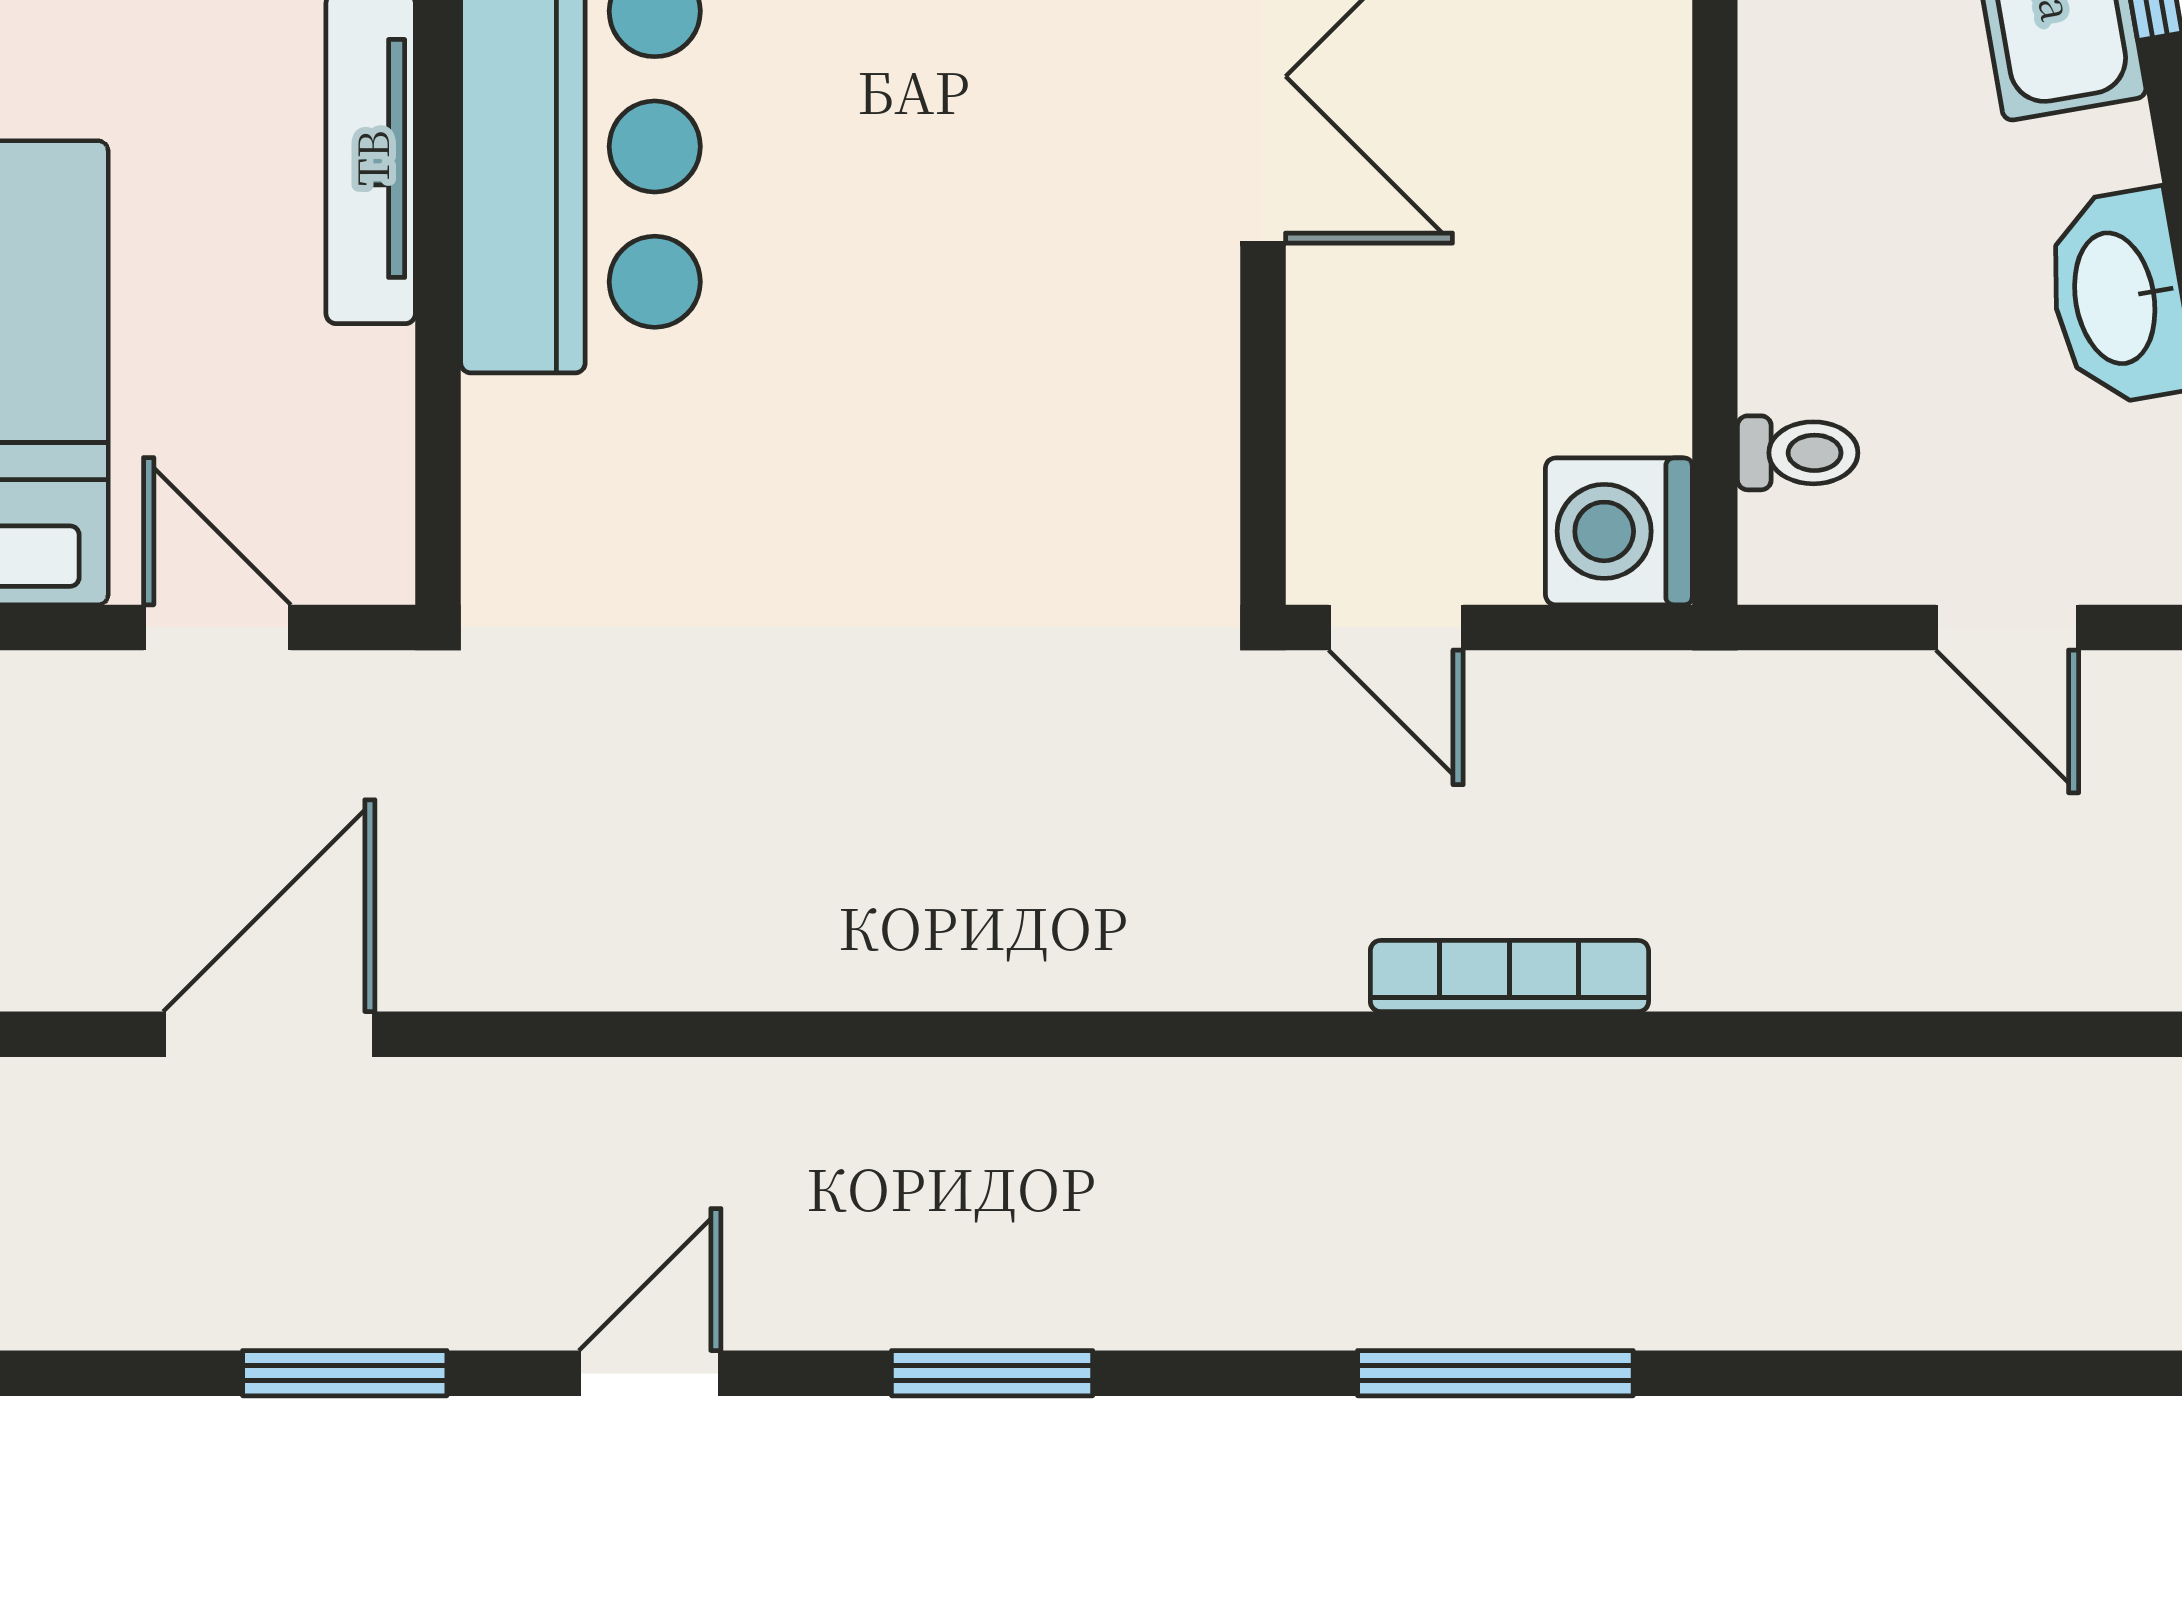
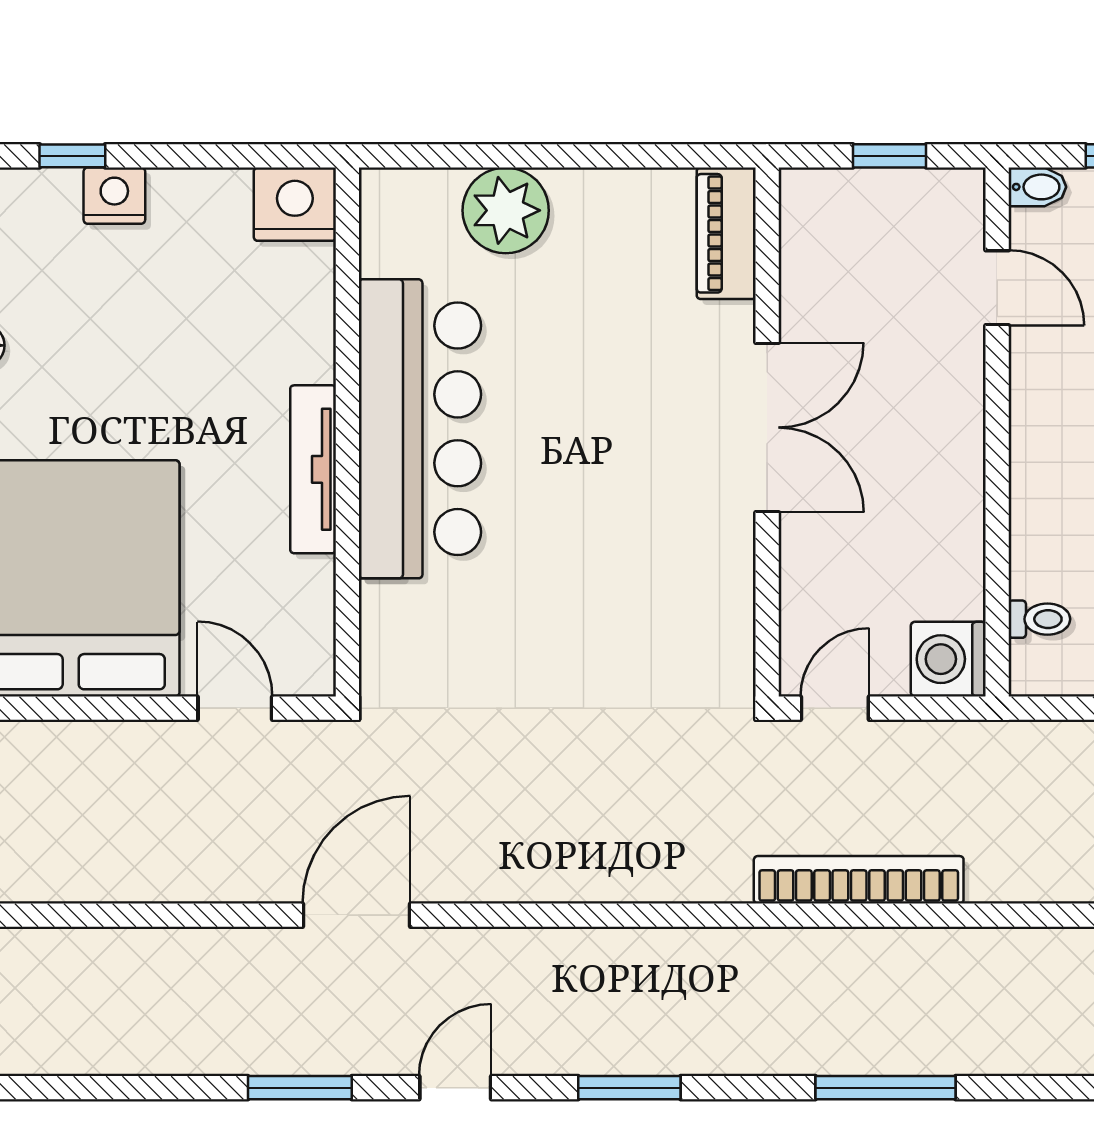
door: (1396, 627) -> (835, 708), swing flipped
bookcase: (1509, 976) -> (859, 880), width x1.48, depth x1.31
door: (269, 1034) -> (356, 915), moved

